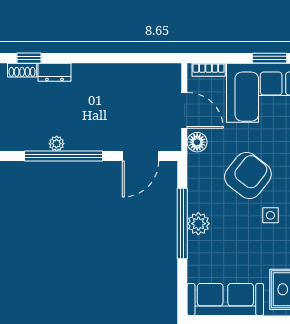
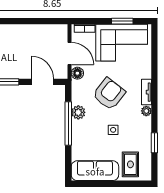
door: (140, 156) -> (42, 82), swing flipped
side table: (270, 215) -> (113, 130), moved
plant: (198, 224) -> (78, 112), moved

